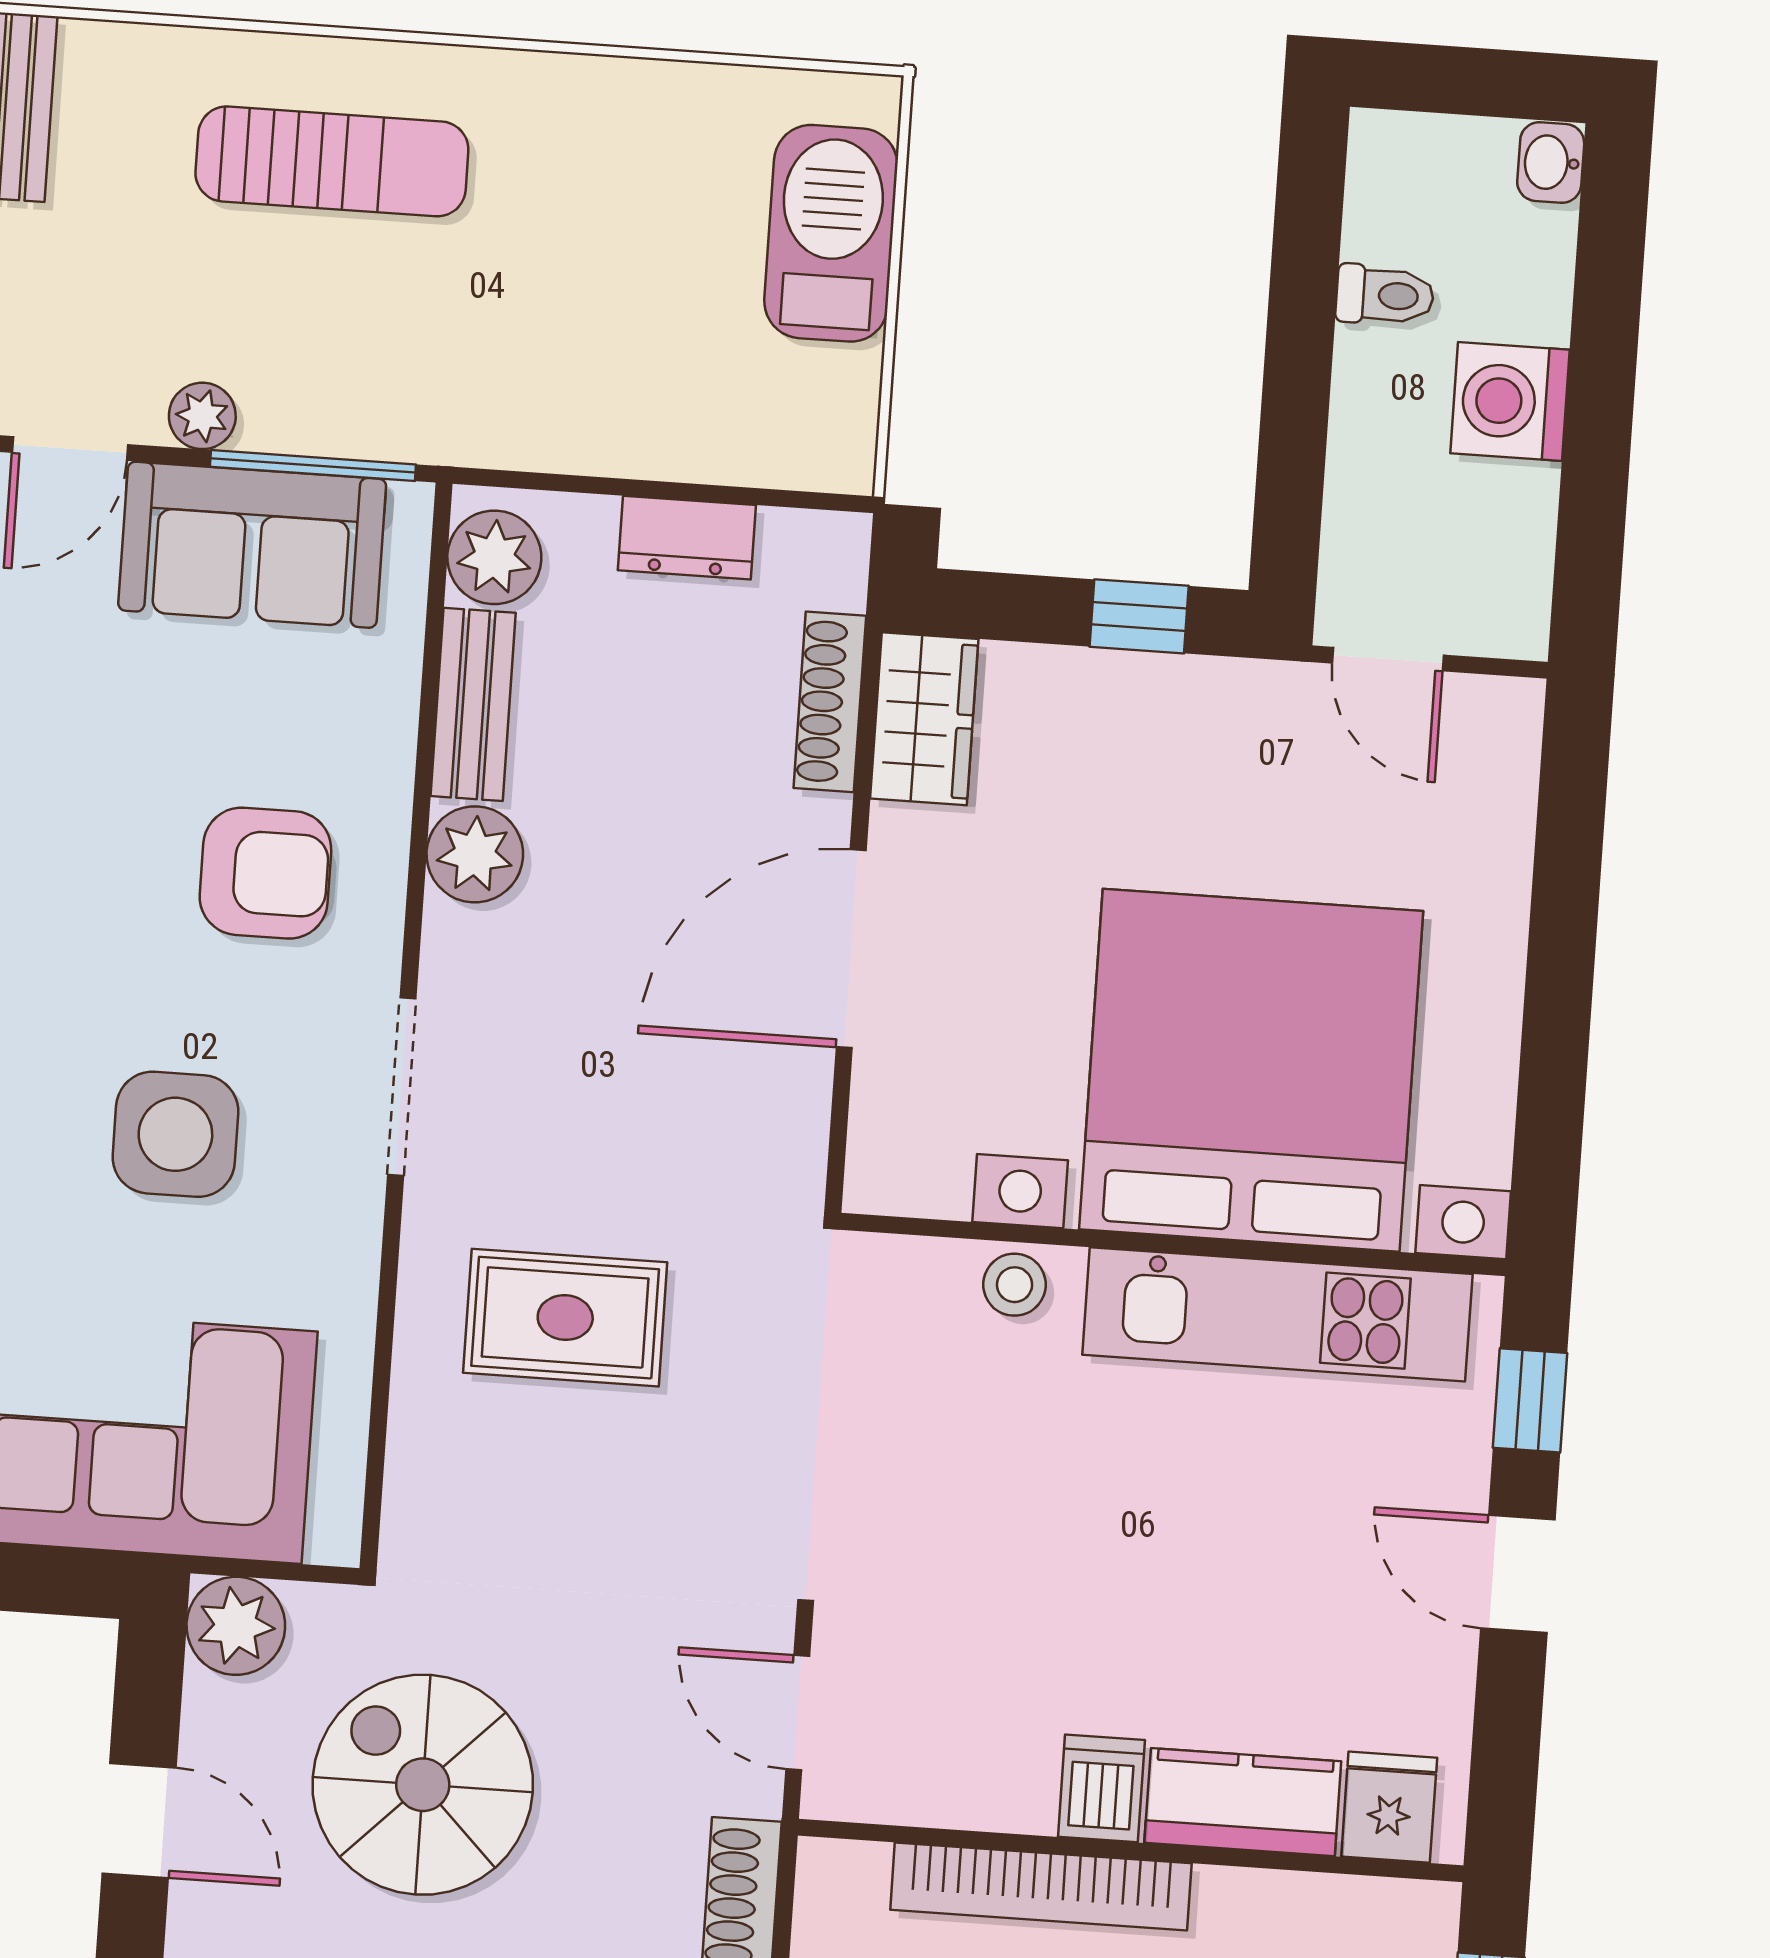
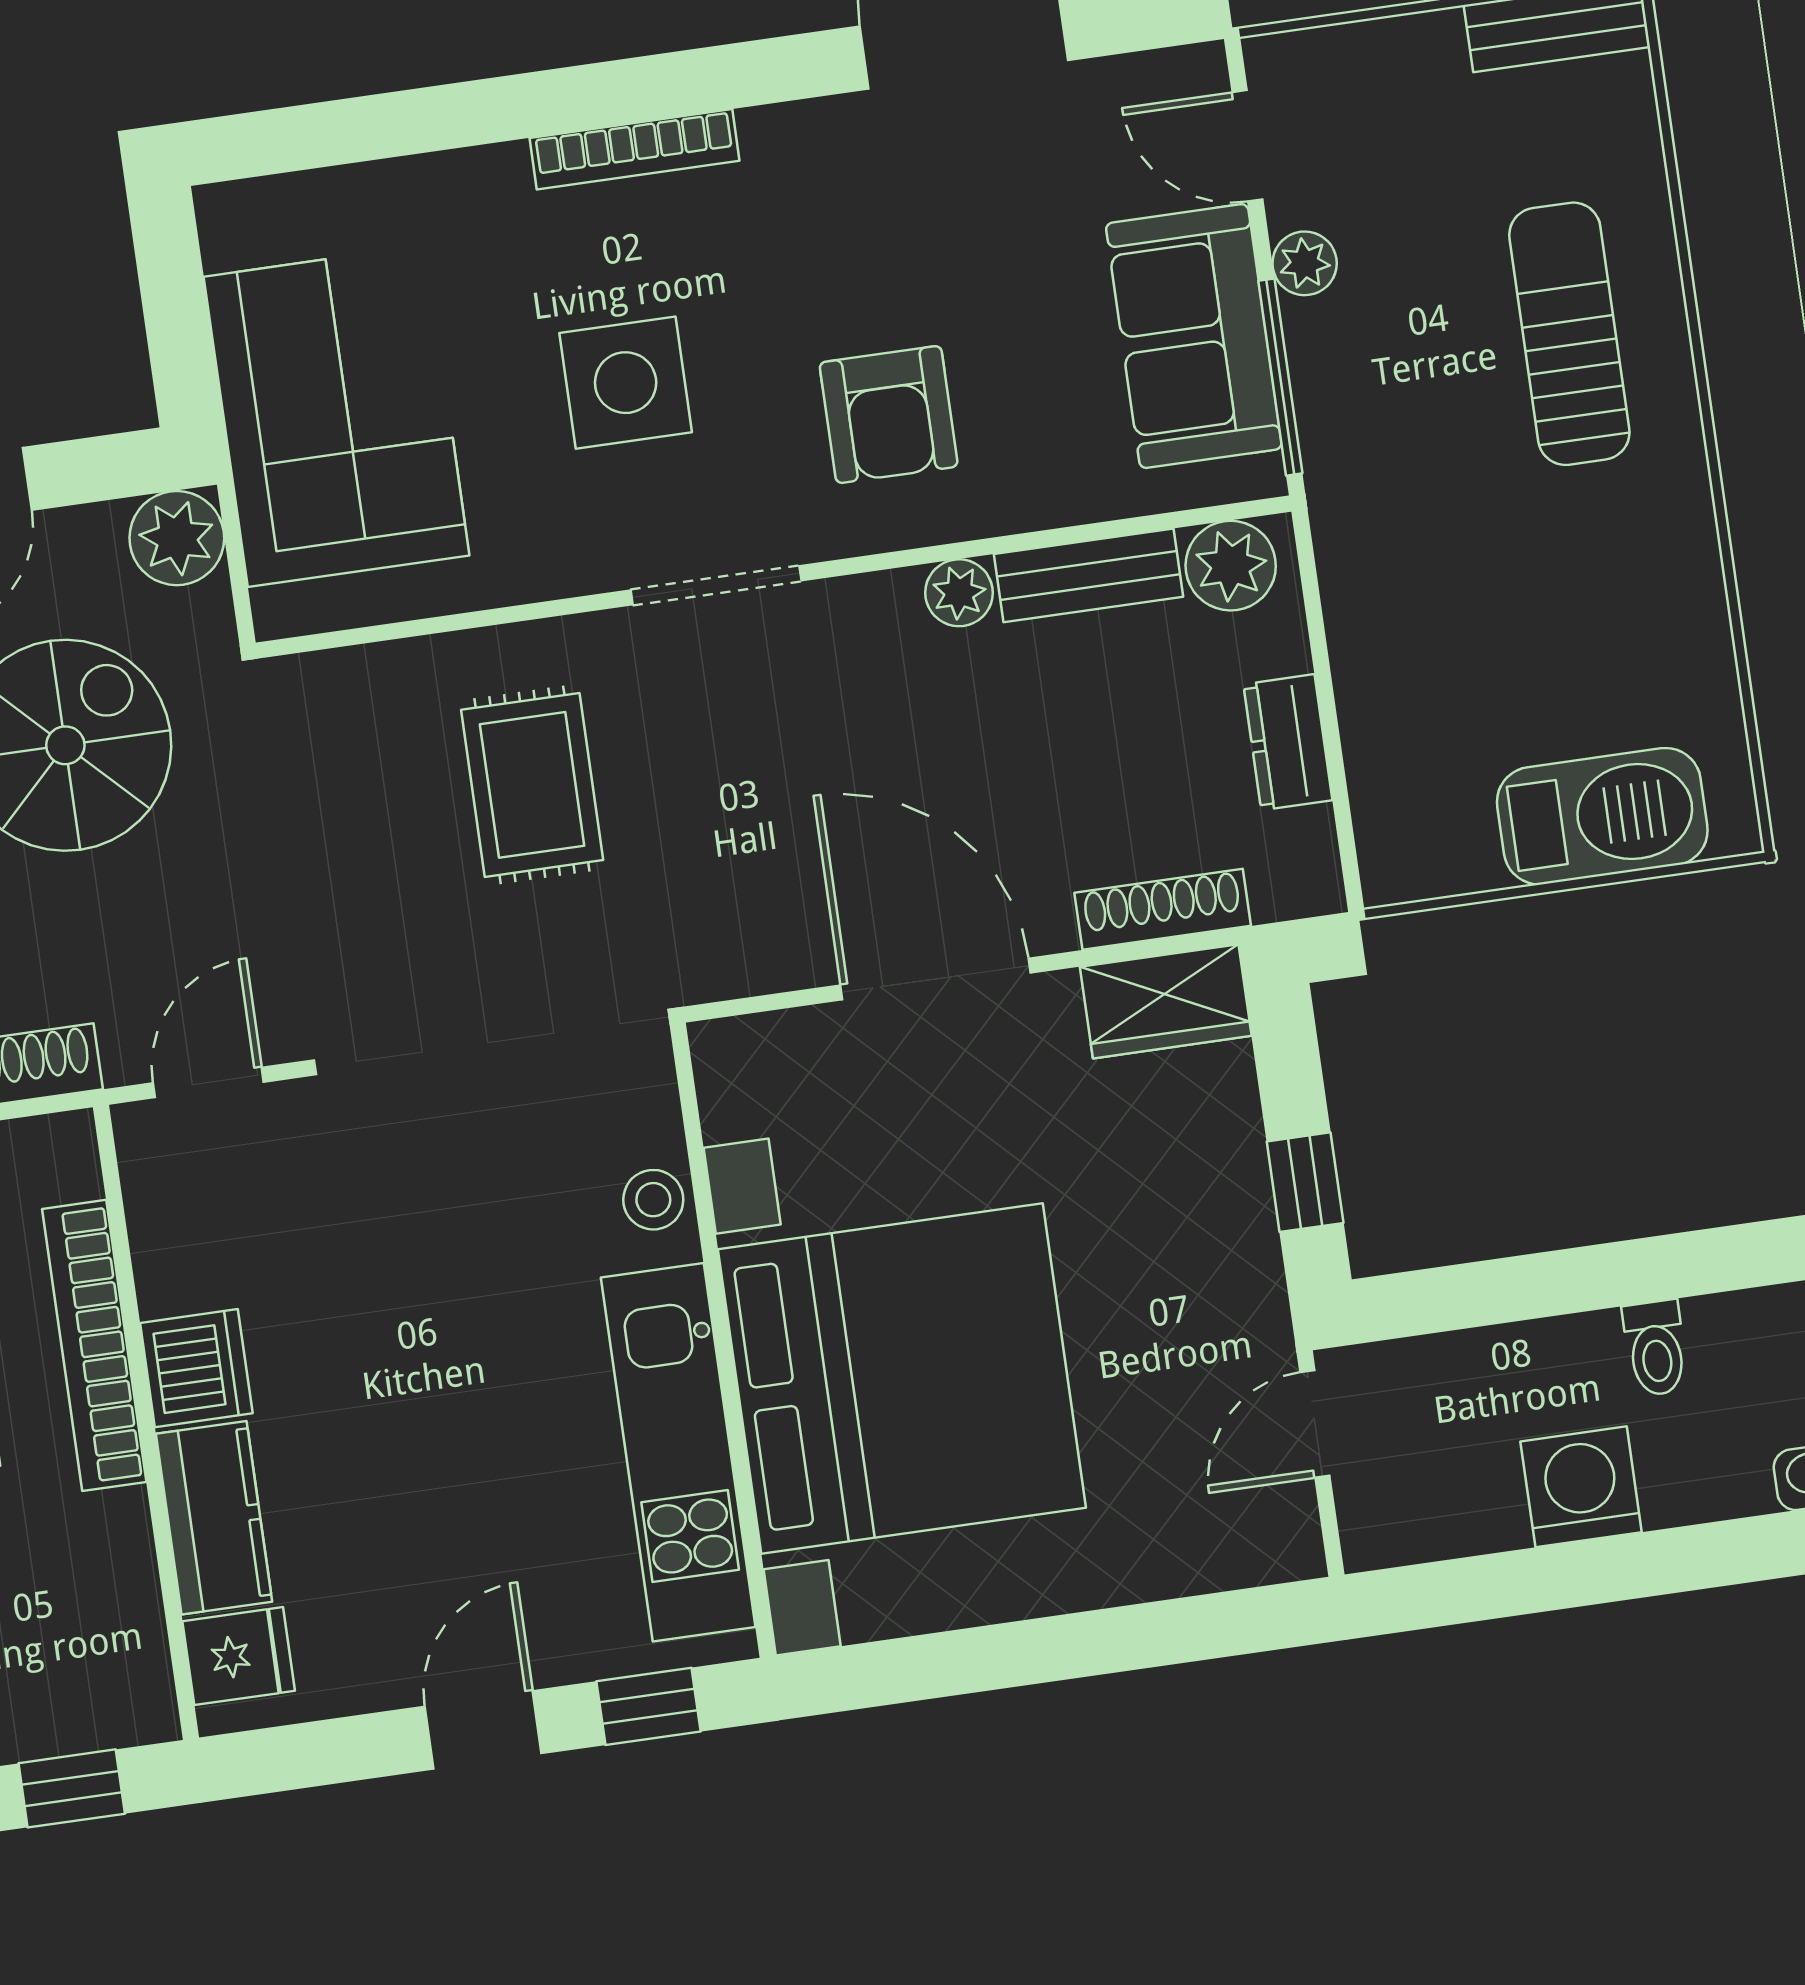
sun lounger: (332, 161) -> (1569, 334), turned 180
plant: (475, 854) -> (959, 593), width x0.73, depth x0.73
dishwasher: (1101, 1788) -> (196, 1368), width x1.38

